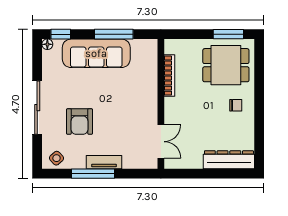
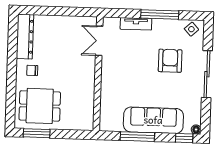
bookcase: (169, 76) -> (90, 98), removed
dresser: (229, 160) -> (25, 37), moved, turned -90
tv unit: (104, 162) -> (136, 24), moved

